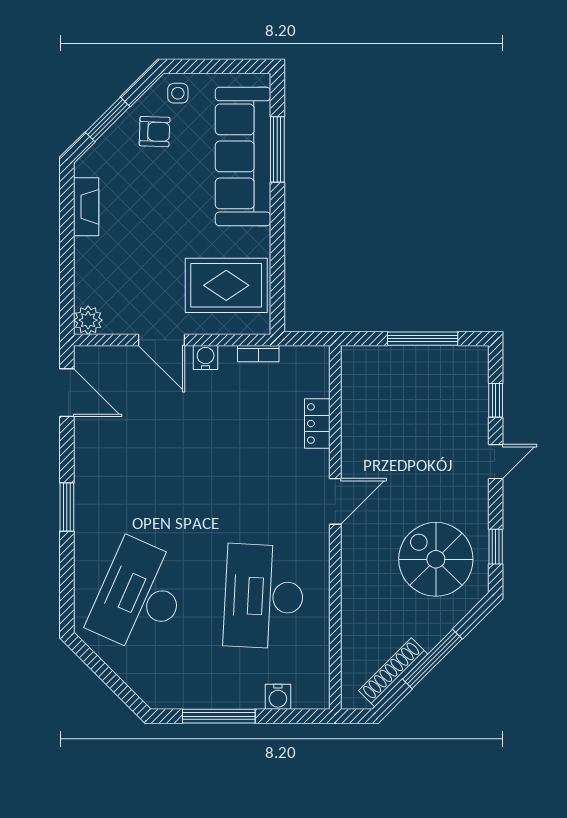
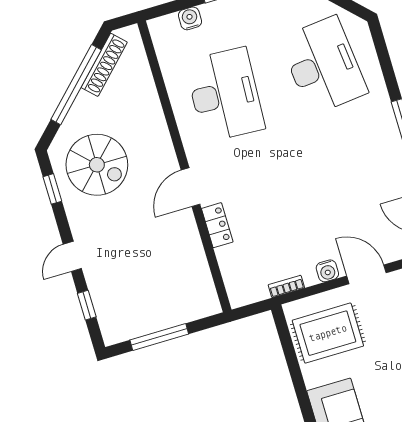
locker: (317, 424) -> (217, 225), moved
desk: (140, 596) -> (323, 66), turned -30
window: (432, 659) -> (76, 85), width x1.46

